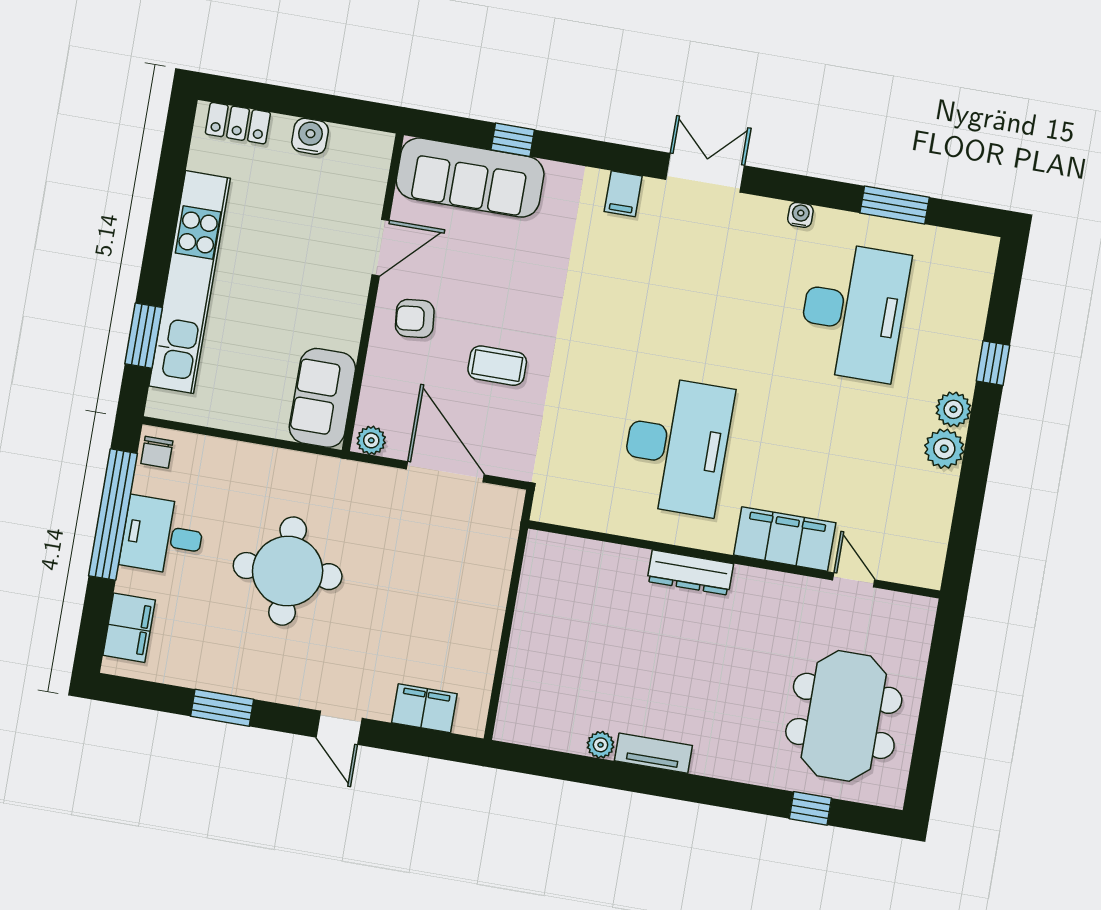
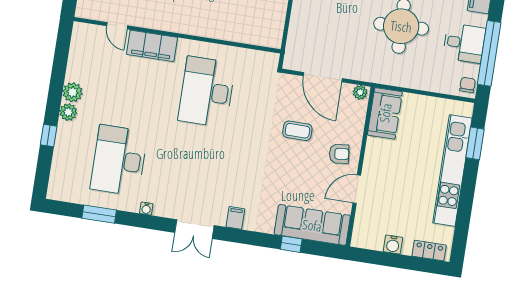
dresser: (690, 573) -> (199, 28), removed

